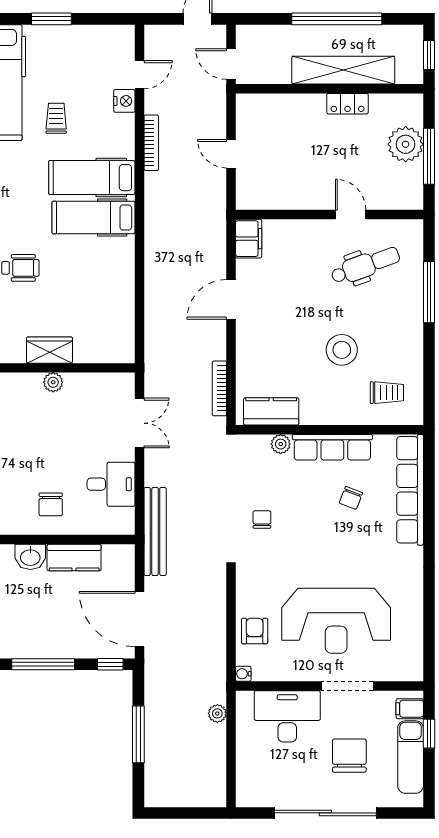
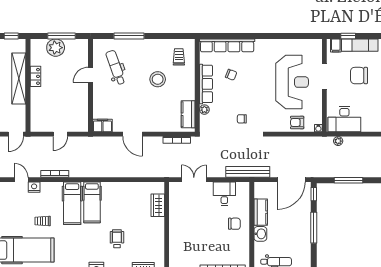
wardrobe: (50, 350) -> (158, 205), moved
plant: (53, 382) -> (174, 222), removed
desk: (287, 716) -> (344, 119), moved, turned -90

